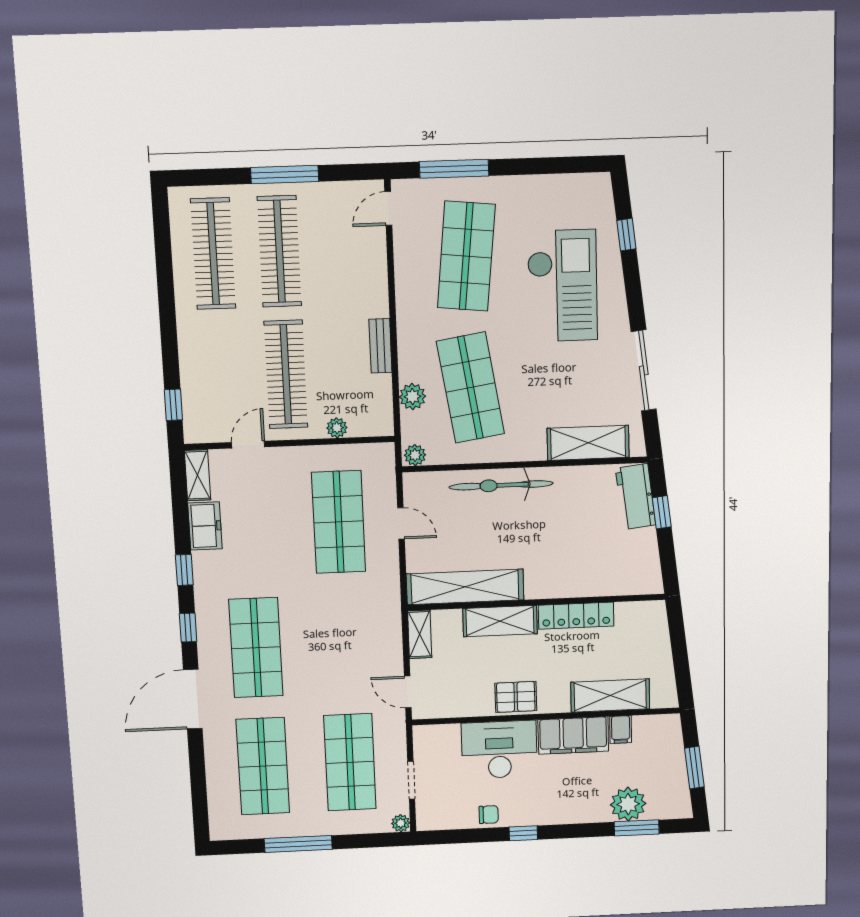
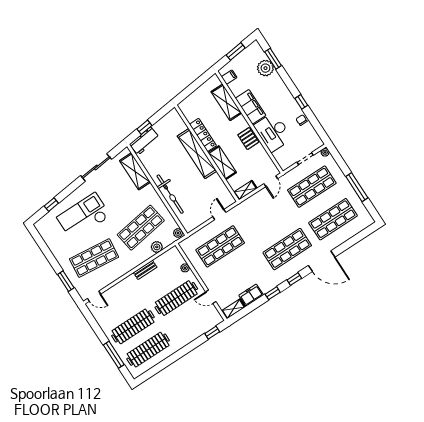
window: (454, 169) -> (66, 281), width x0.69
window: (285, 174) -> (114, 355), moved
door: (401, 523) -> (219, 215), moved
shelving: (465, 587) -> (197, 154), moved
filing cabinet: (621, 730) -> (229, 77), moved

